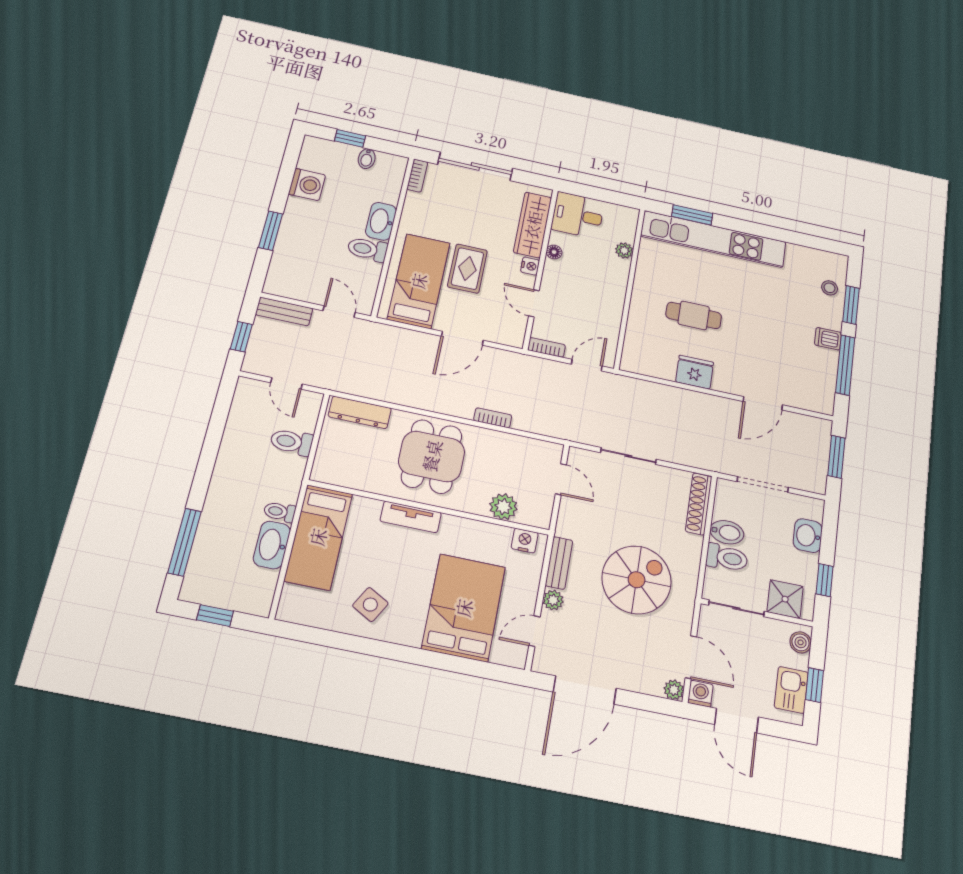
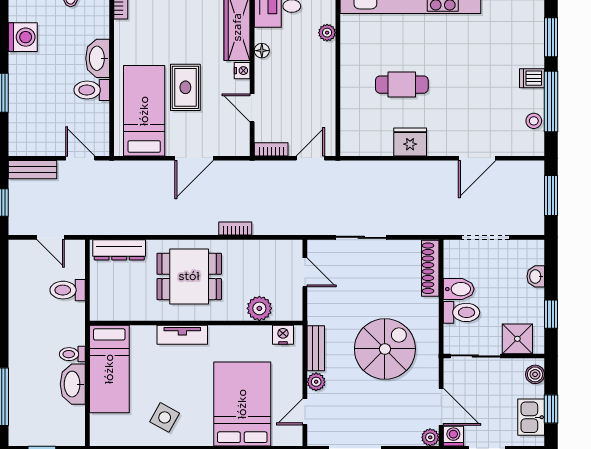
stool: (830, 288) -> (534, 121), moved
dining table: (432, 456) -> (189, 276), turned 90
washbasin: (808, 536) -> (536, 276), width x0.72, depth x0.69

